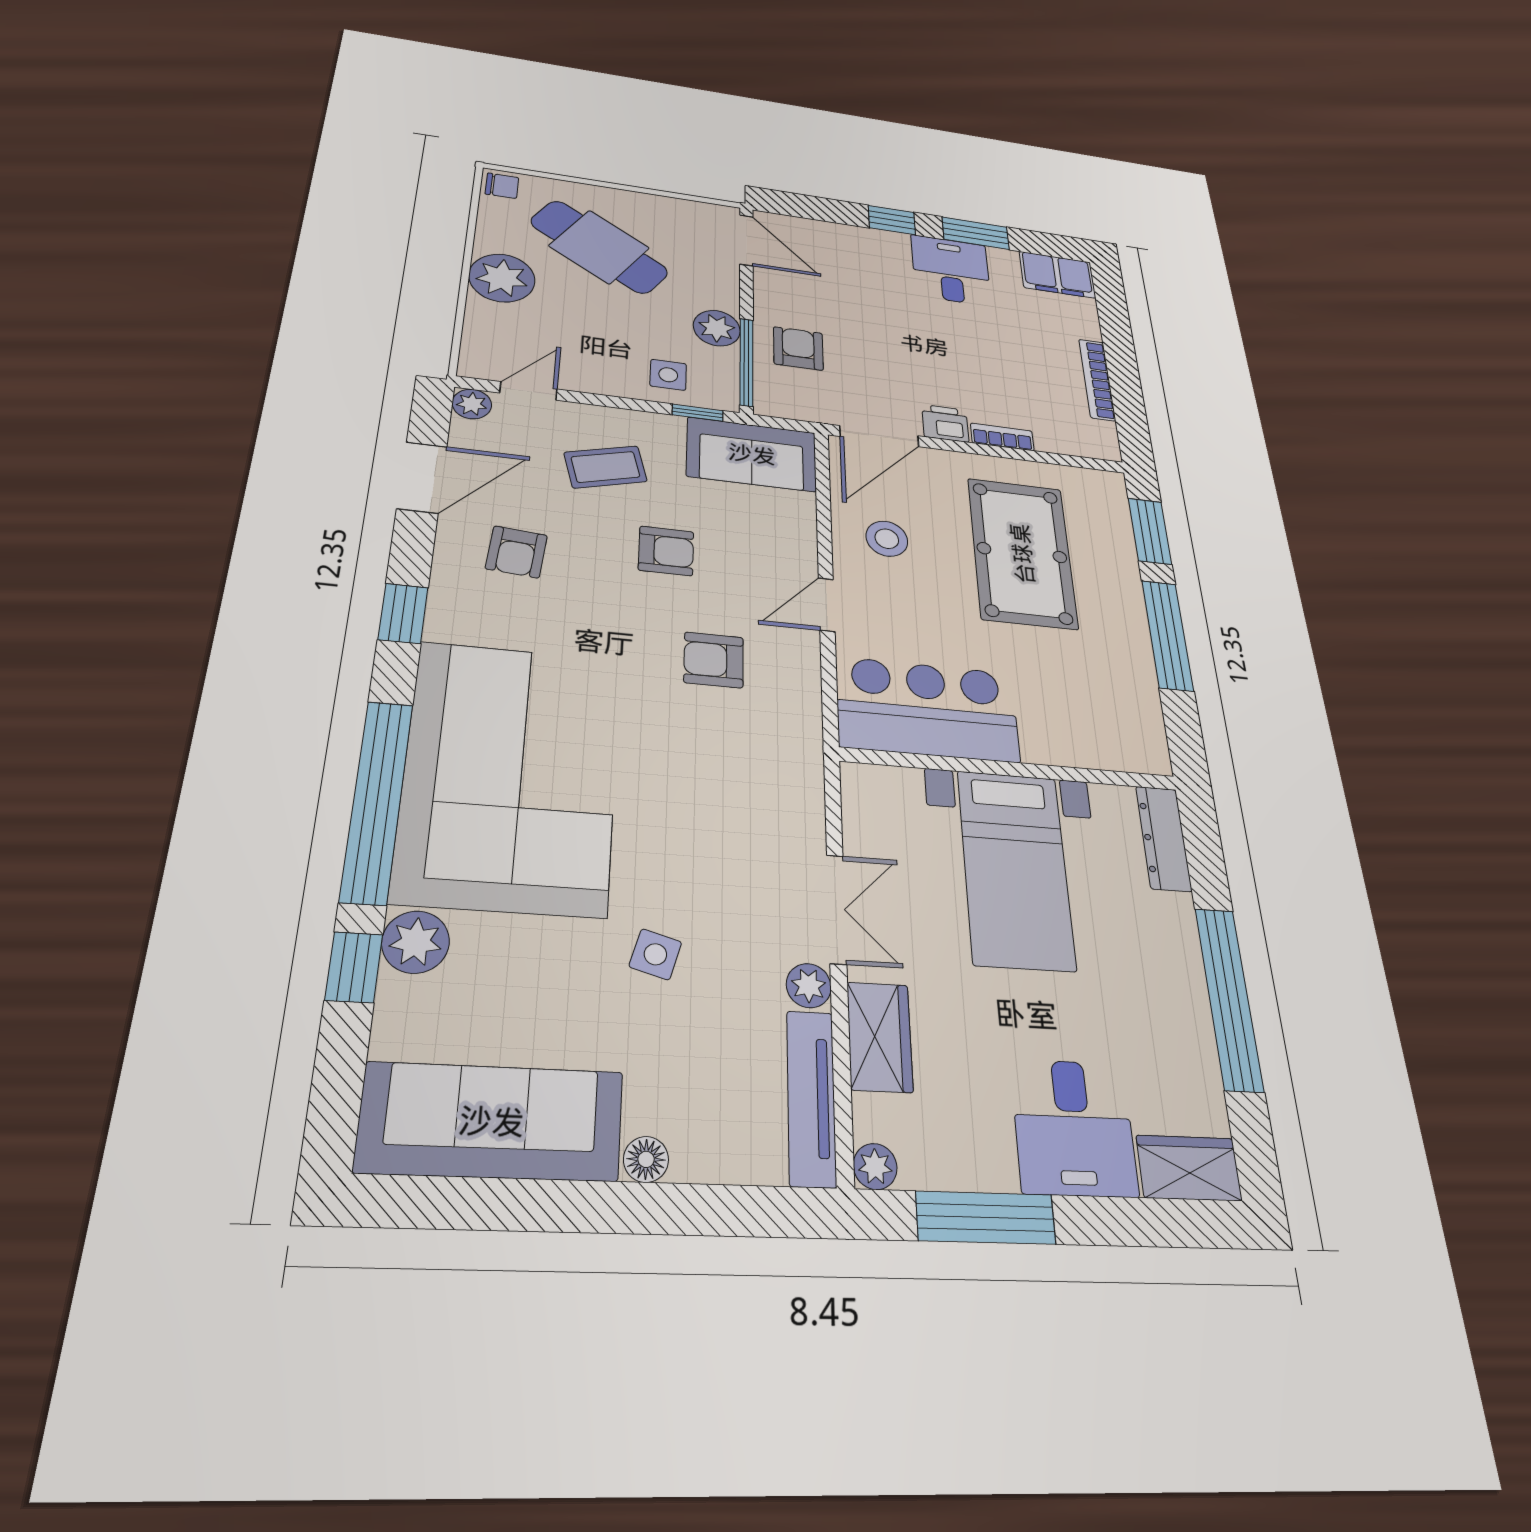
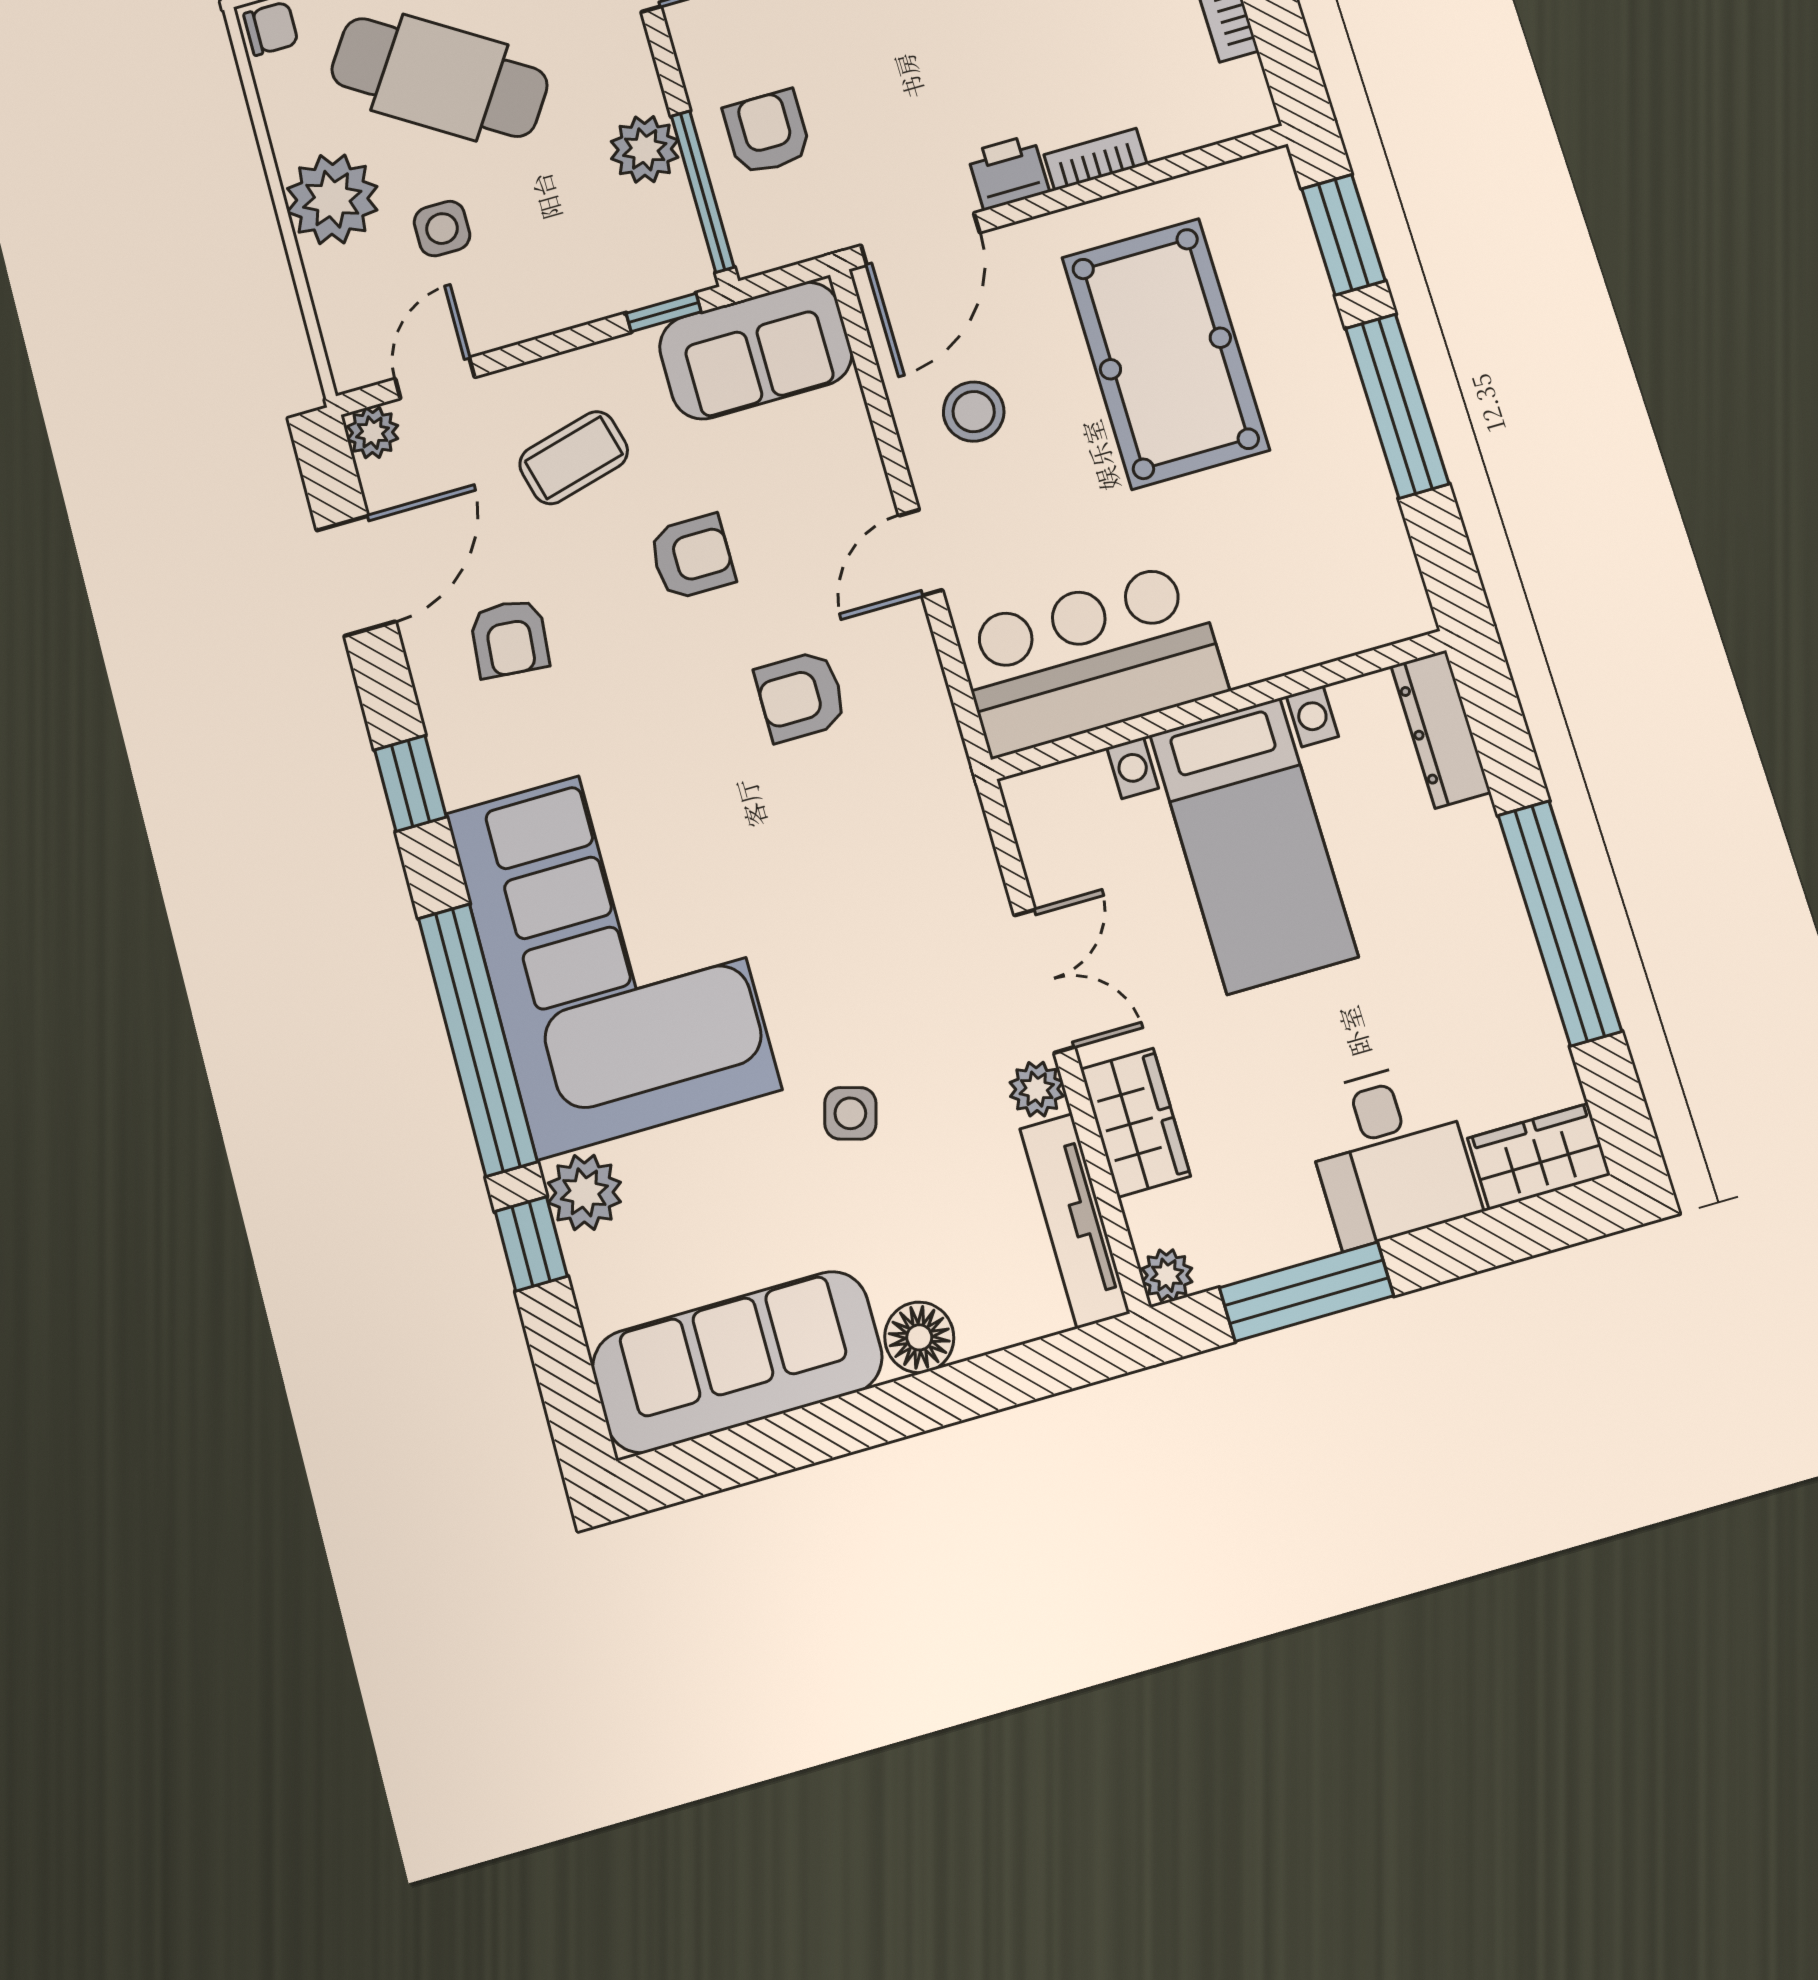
side table: (668, 375) -> (442, 229), moved
floor lamp: (646, 1159) -> (919, 1337), width x1.37, depth x1.37

